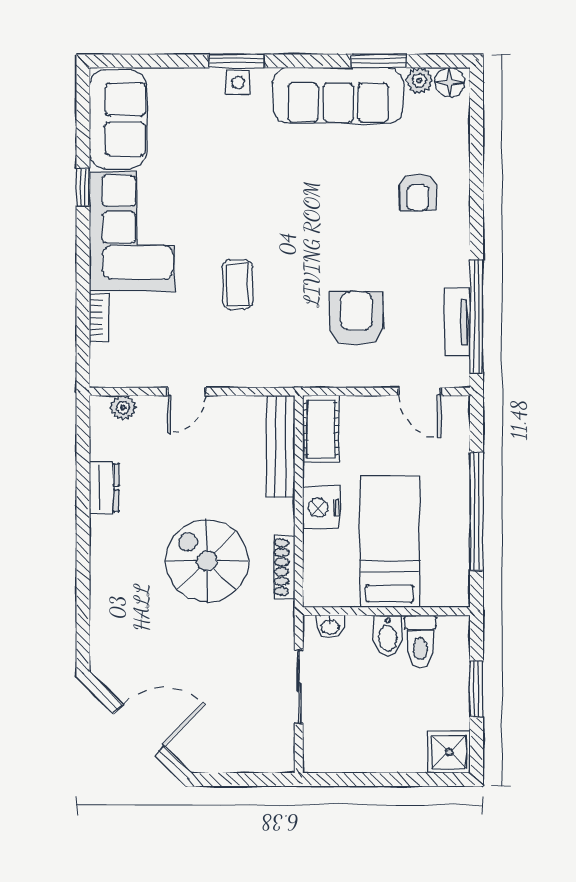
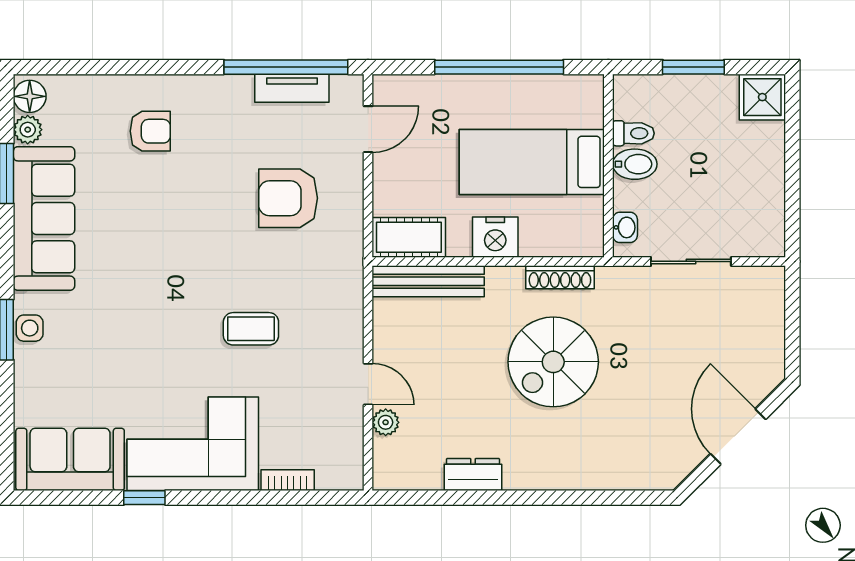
plant: (123, 408) -> (386, 422), moved
toilet: (420, 641) -> (633, 133), width x0.73, depth x0.72

